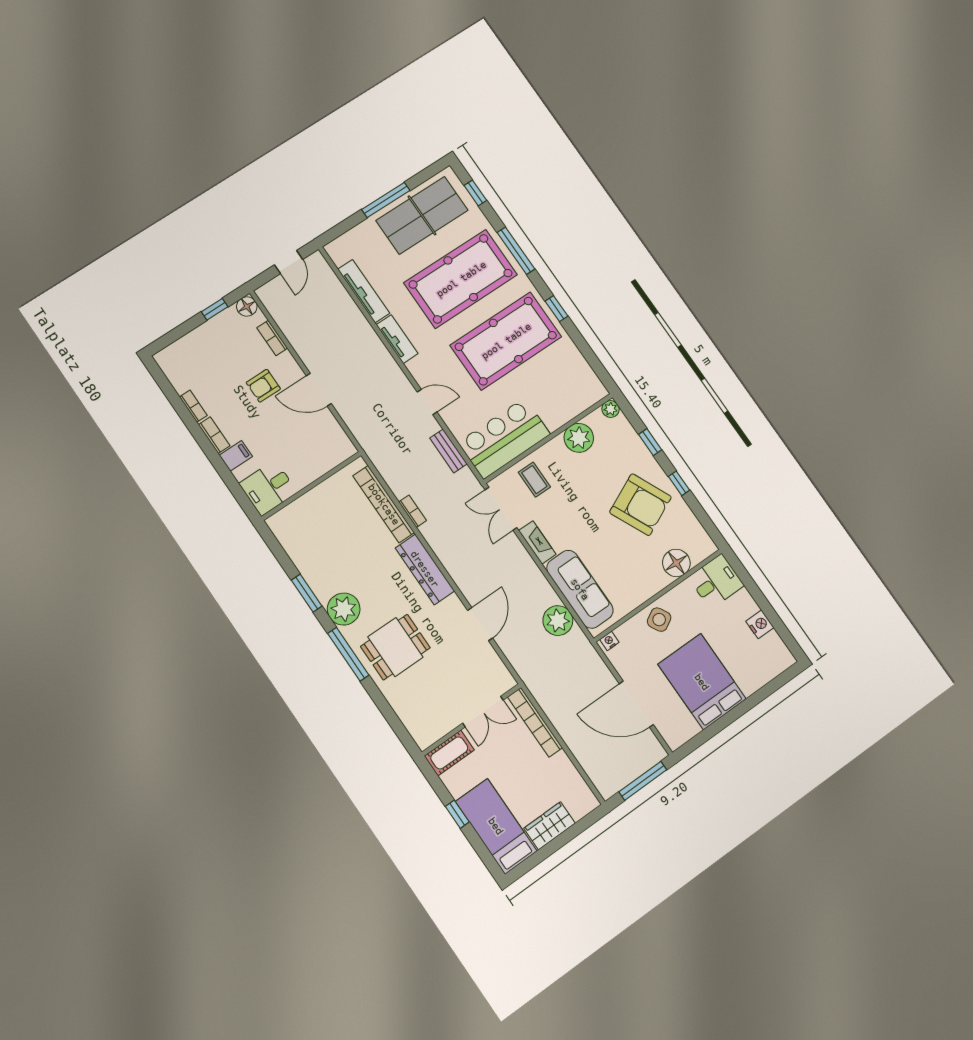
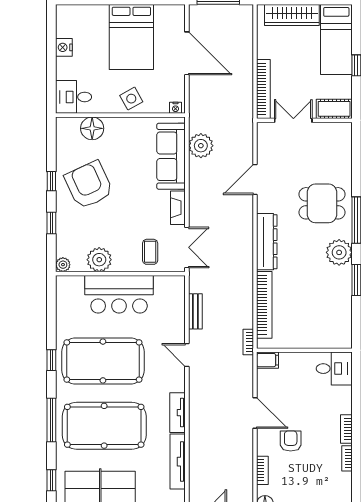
armchair: (263, 386) -> (291, 441), turned -90
bar counter: (504, 438) -> (119, 294), moved
filing cabinet: (236, 456) -> (268, 360), moved, turned 180
bookcase: (413, 511) -> (248, 342), moved
wardrobe: (549, 826) -> (292, 15), width x1.50

